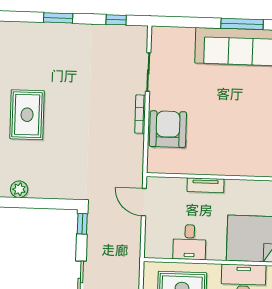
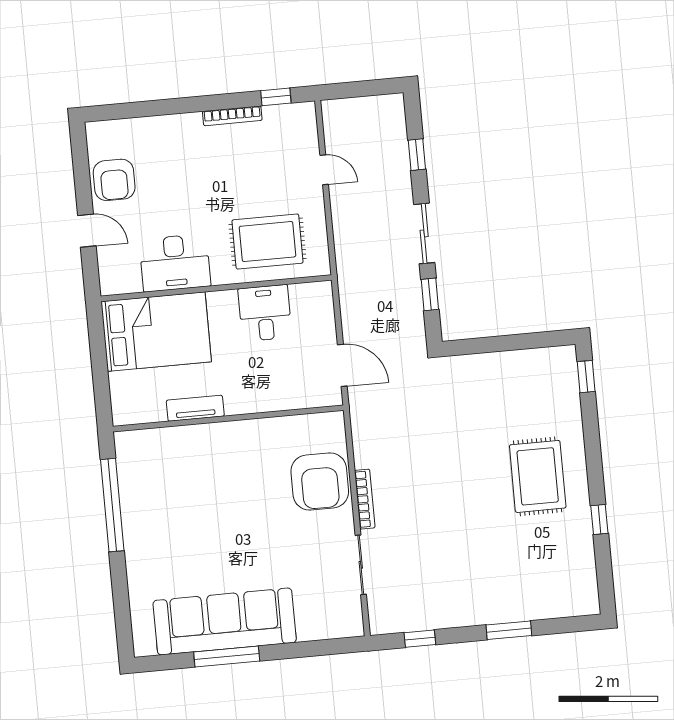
tv unit: (205, 185) -> (195, 408), moved
plant: (19, 189) -> (535, 361), removed
window: (82, 224) -> (430, 294), moved

